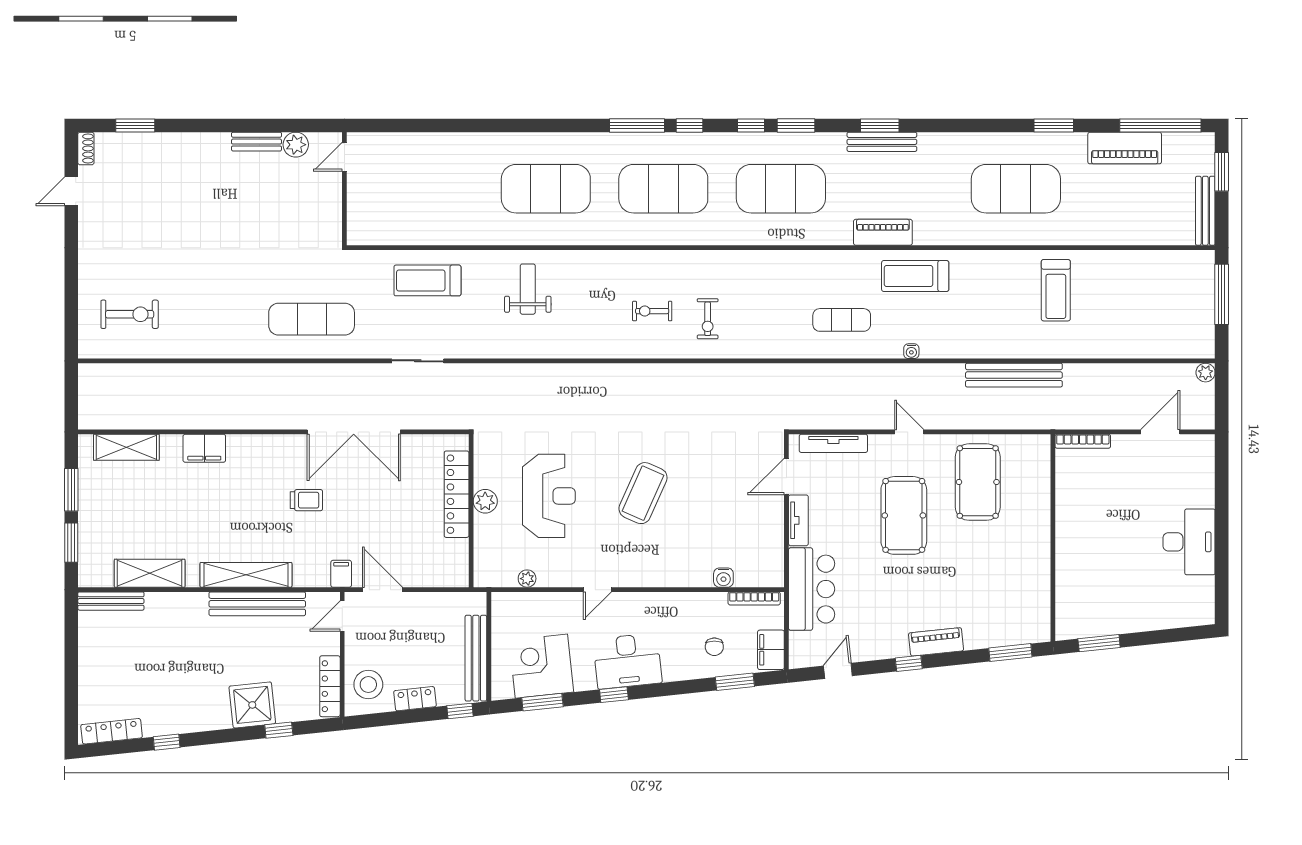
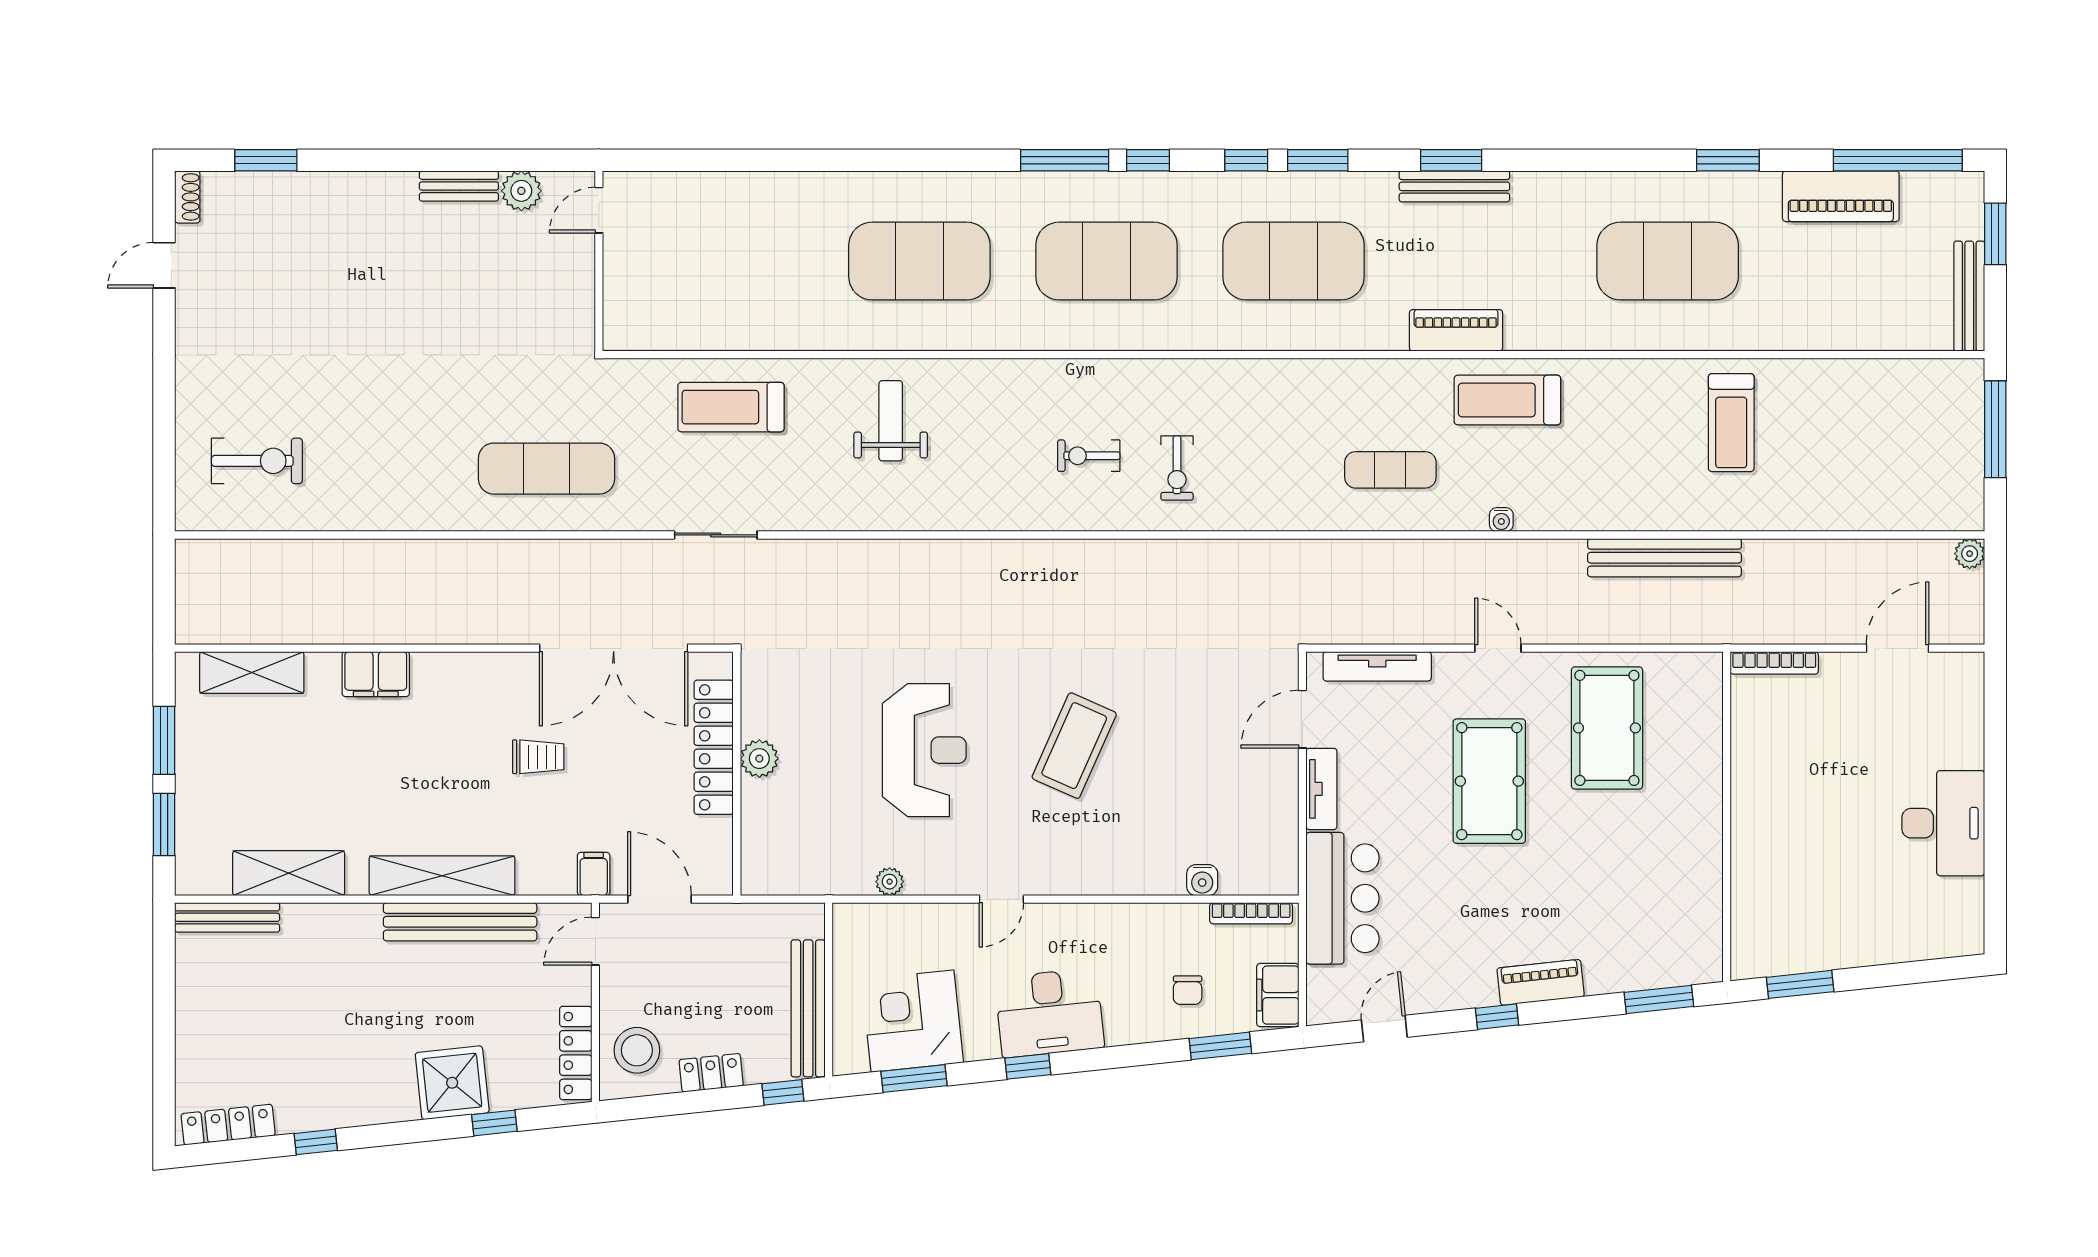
locker: (457, 494) -> (714, 747), moved
plant: (485, 501) -> (759, 759), moved
wall: (471, 511) -> (737, 774), moved

